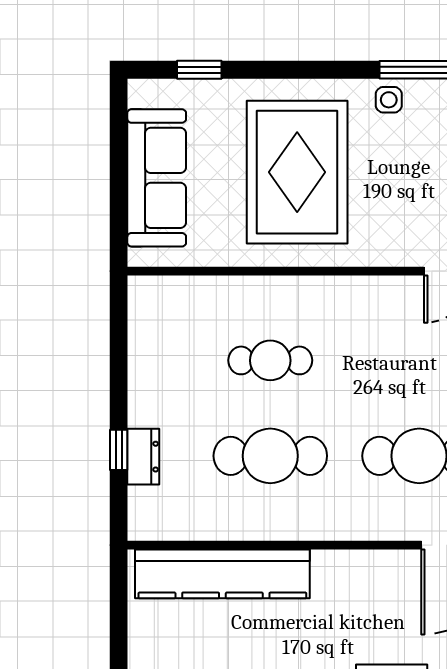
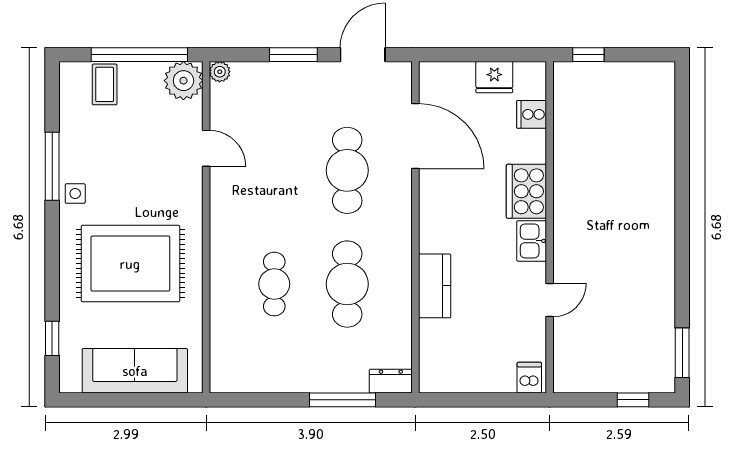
window: (119, 450) -> (343, 400), width x2.17
dresser: (143, 457) -> (391, 381), moved
kitchen counter: (222, 574) -> (435, 286), width x0.48, depth x0.86

